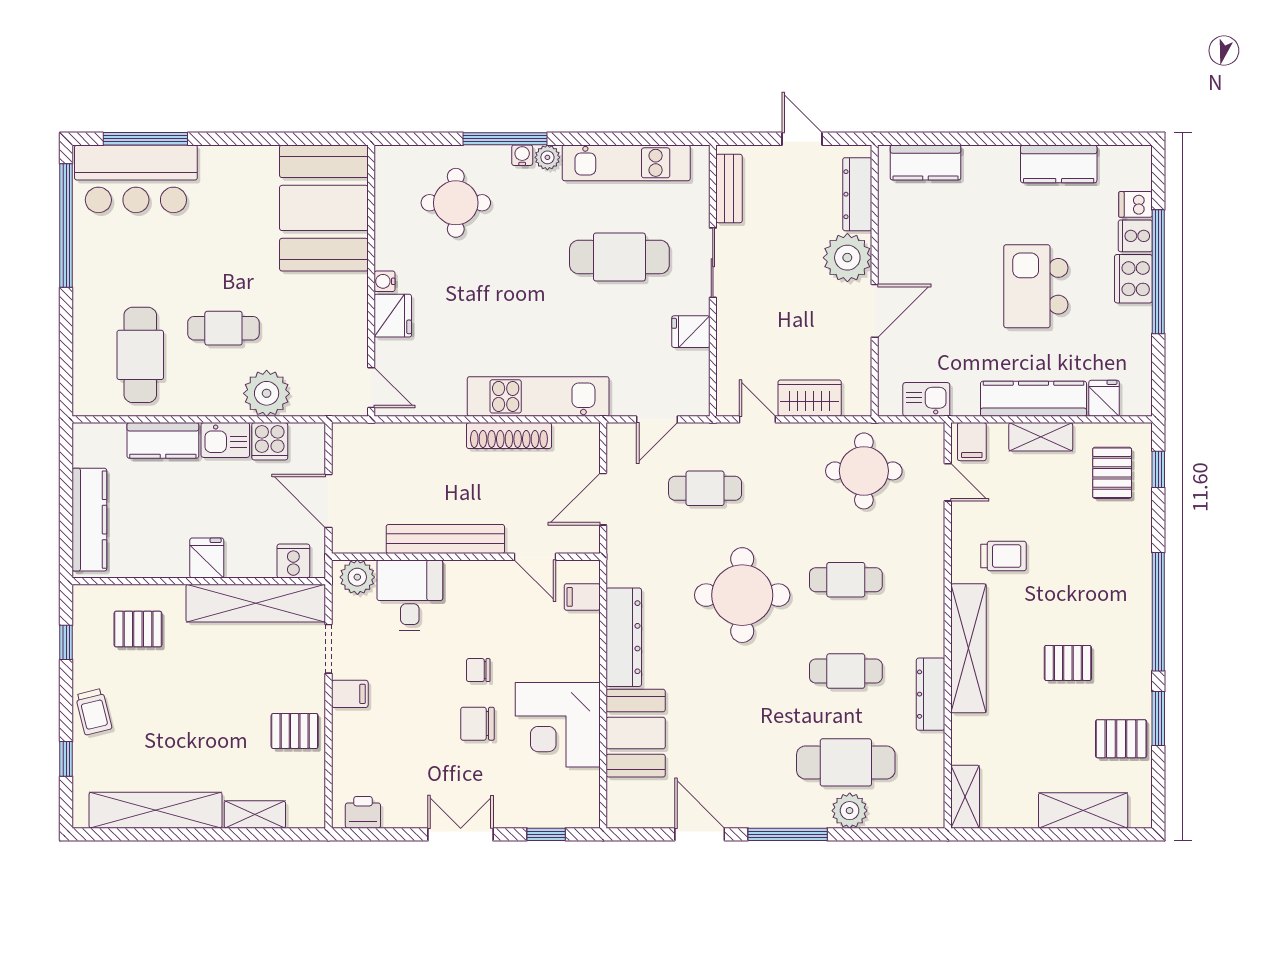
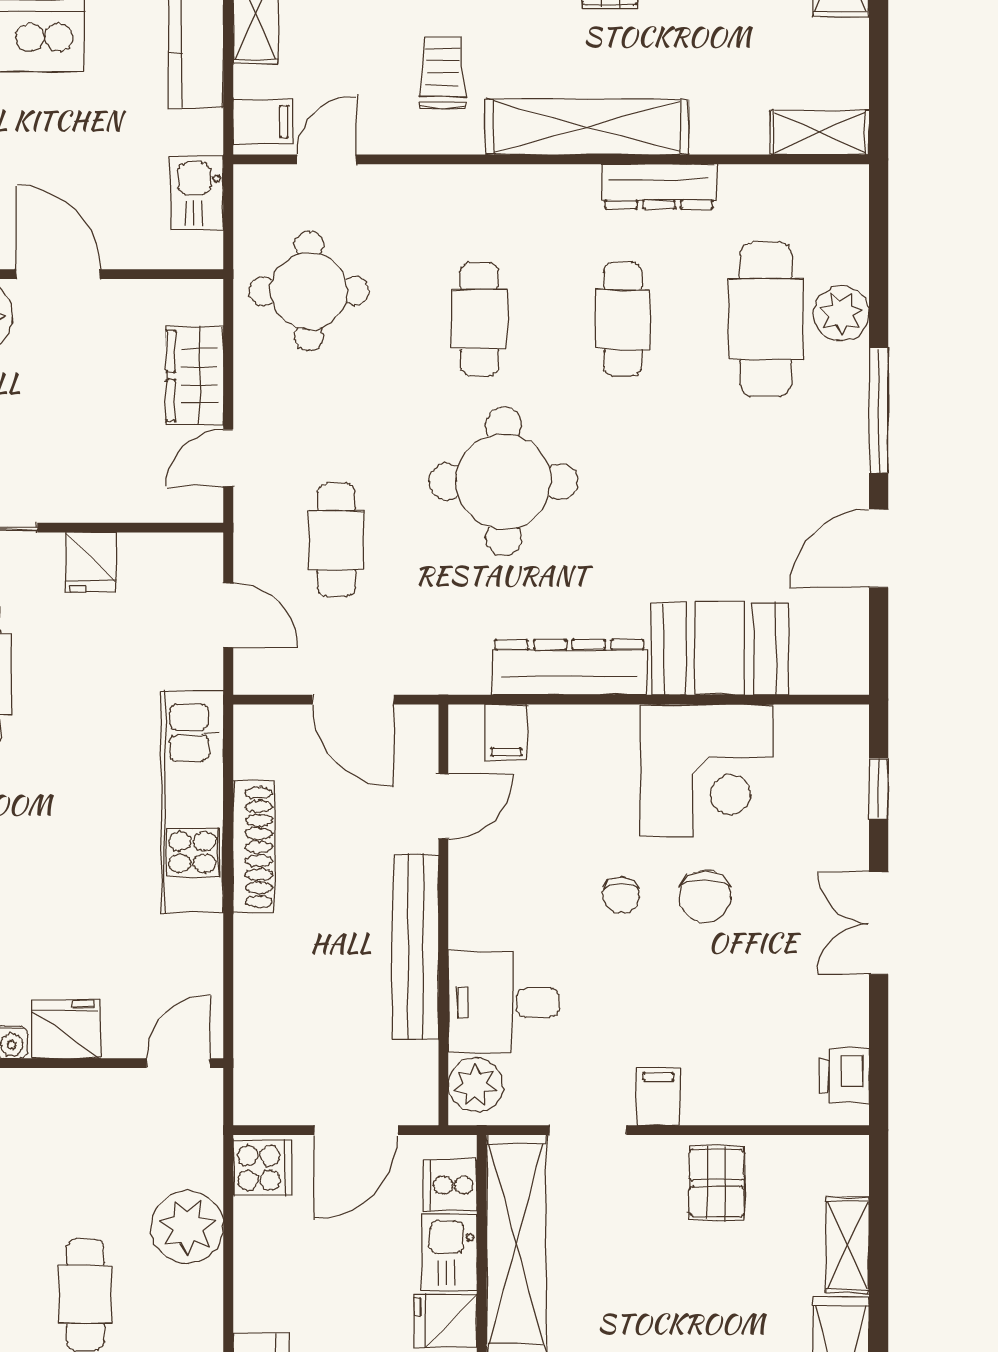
kitchen sink: (225, 440) -> (449, 1253), moved, turned 180
cooker: (270, 441) -> (262, 1168), moved

